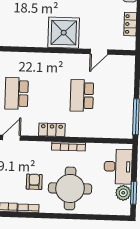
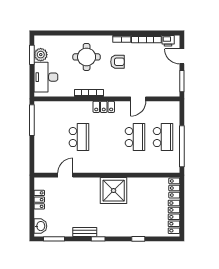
shower: (64, 33) -> (114, 191), moved
armchair: (34, 182) -> (117, 62), turned -90
round table: (70, 188) -> (87, 57), width x0.73, depth x0.73

